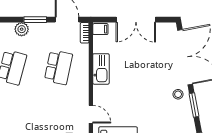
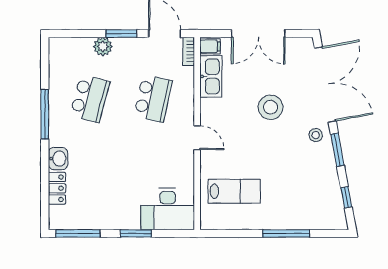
kitchen sink: (101, 69) -> (211, 76), moved
stool: (145, 74) -> (271, 107), added
door: (91, 114) -> (197, 138), moved

